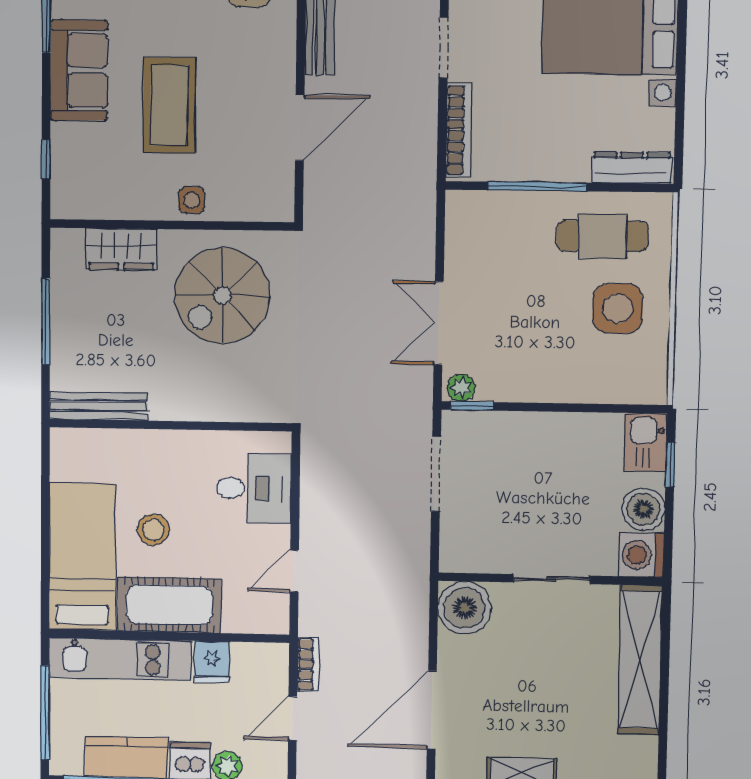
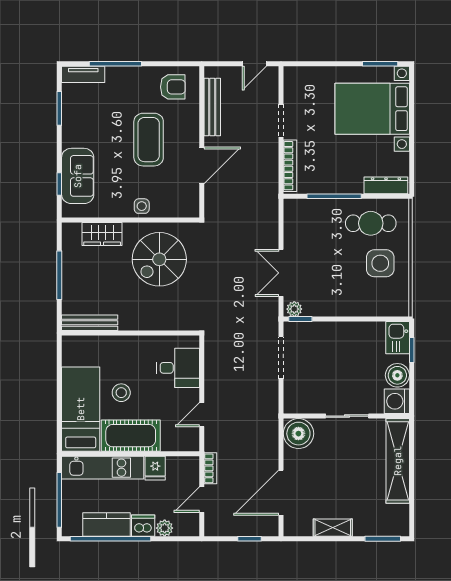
sofa: (79, 70) -> (78, 176), moved
coffee table: (169, 105) -> (149, 140), moved

